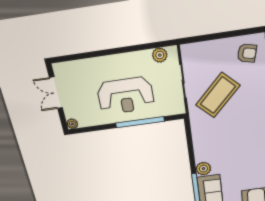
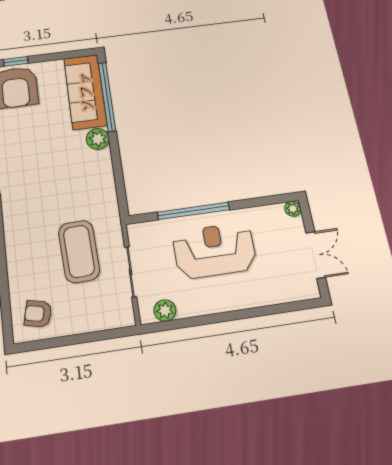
coffee table: (218, 95) -> (79, 251), turned -46

